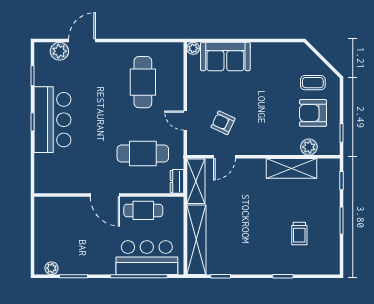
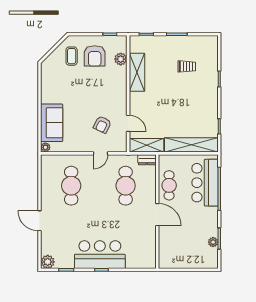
door: (82, 41) -> (39, 221), moved
plant: (59, 51) -> (48, 262), moved
cafe table: (143, 82) -> (71, 186), turned 90
door: (105, 195) -> (157, 215), hinge flipped
plant: (51, 268) -> (213, 242), moved

